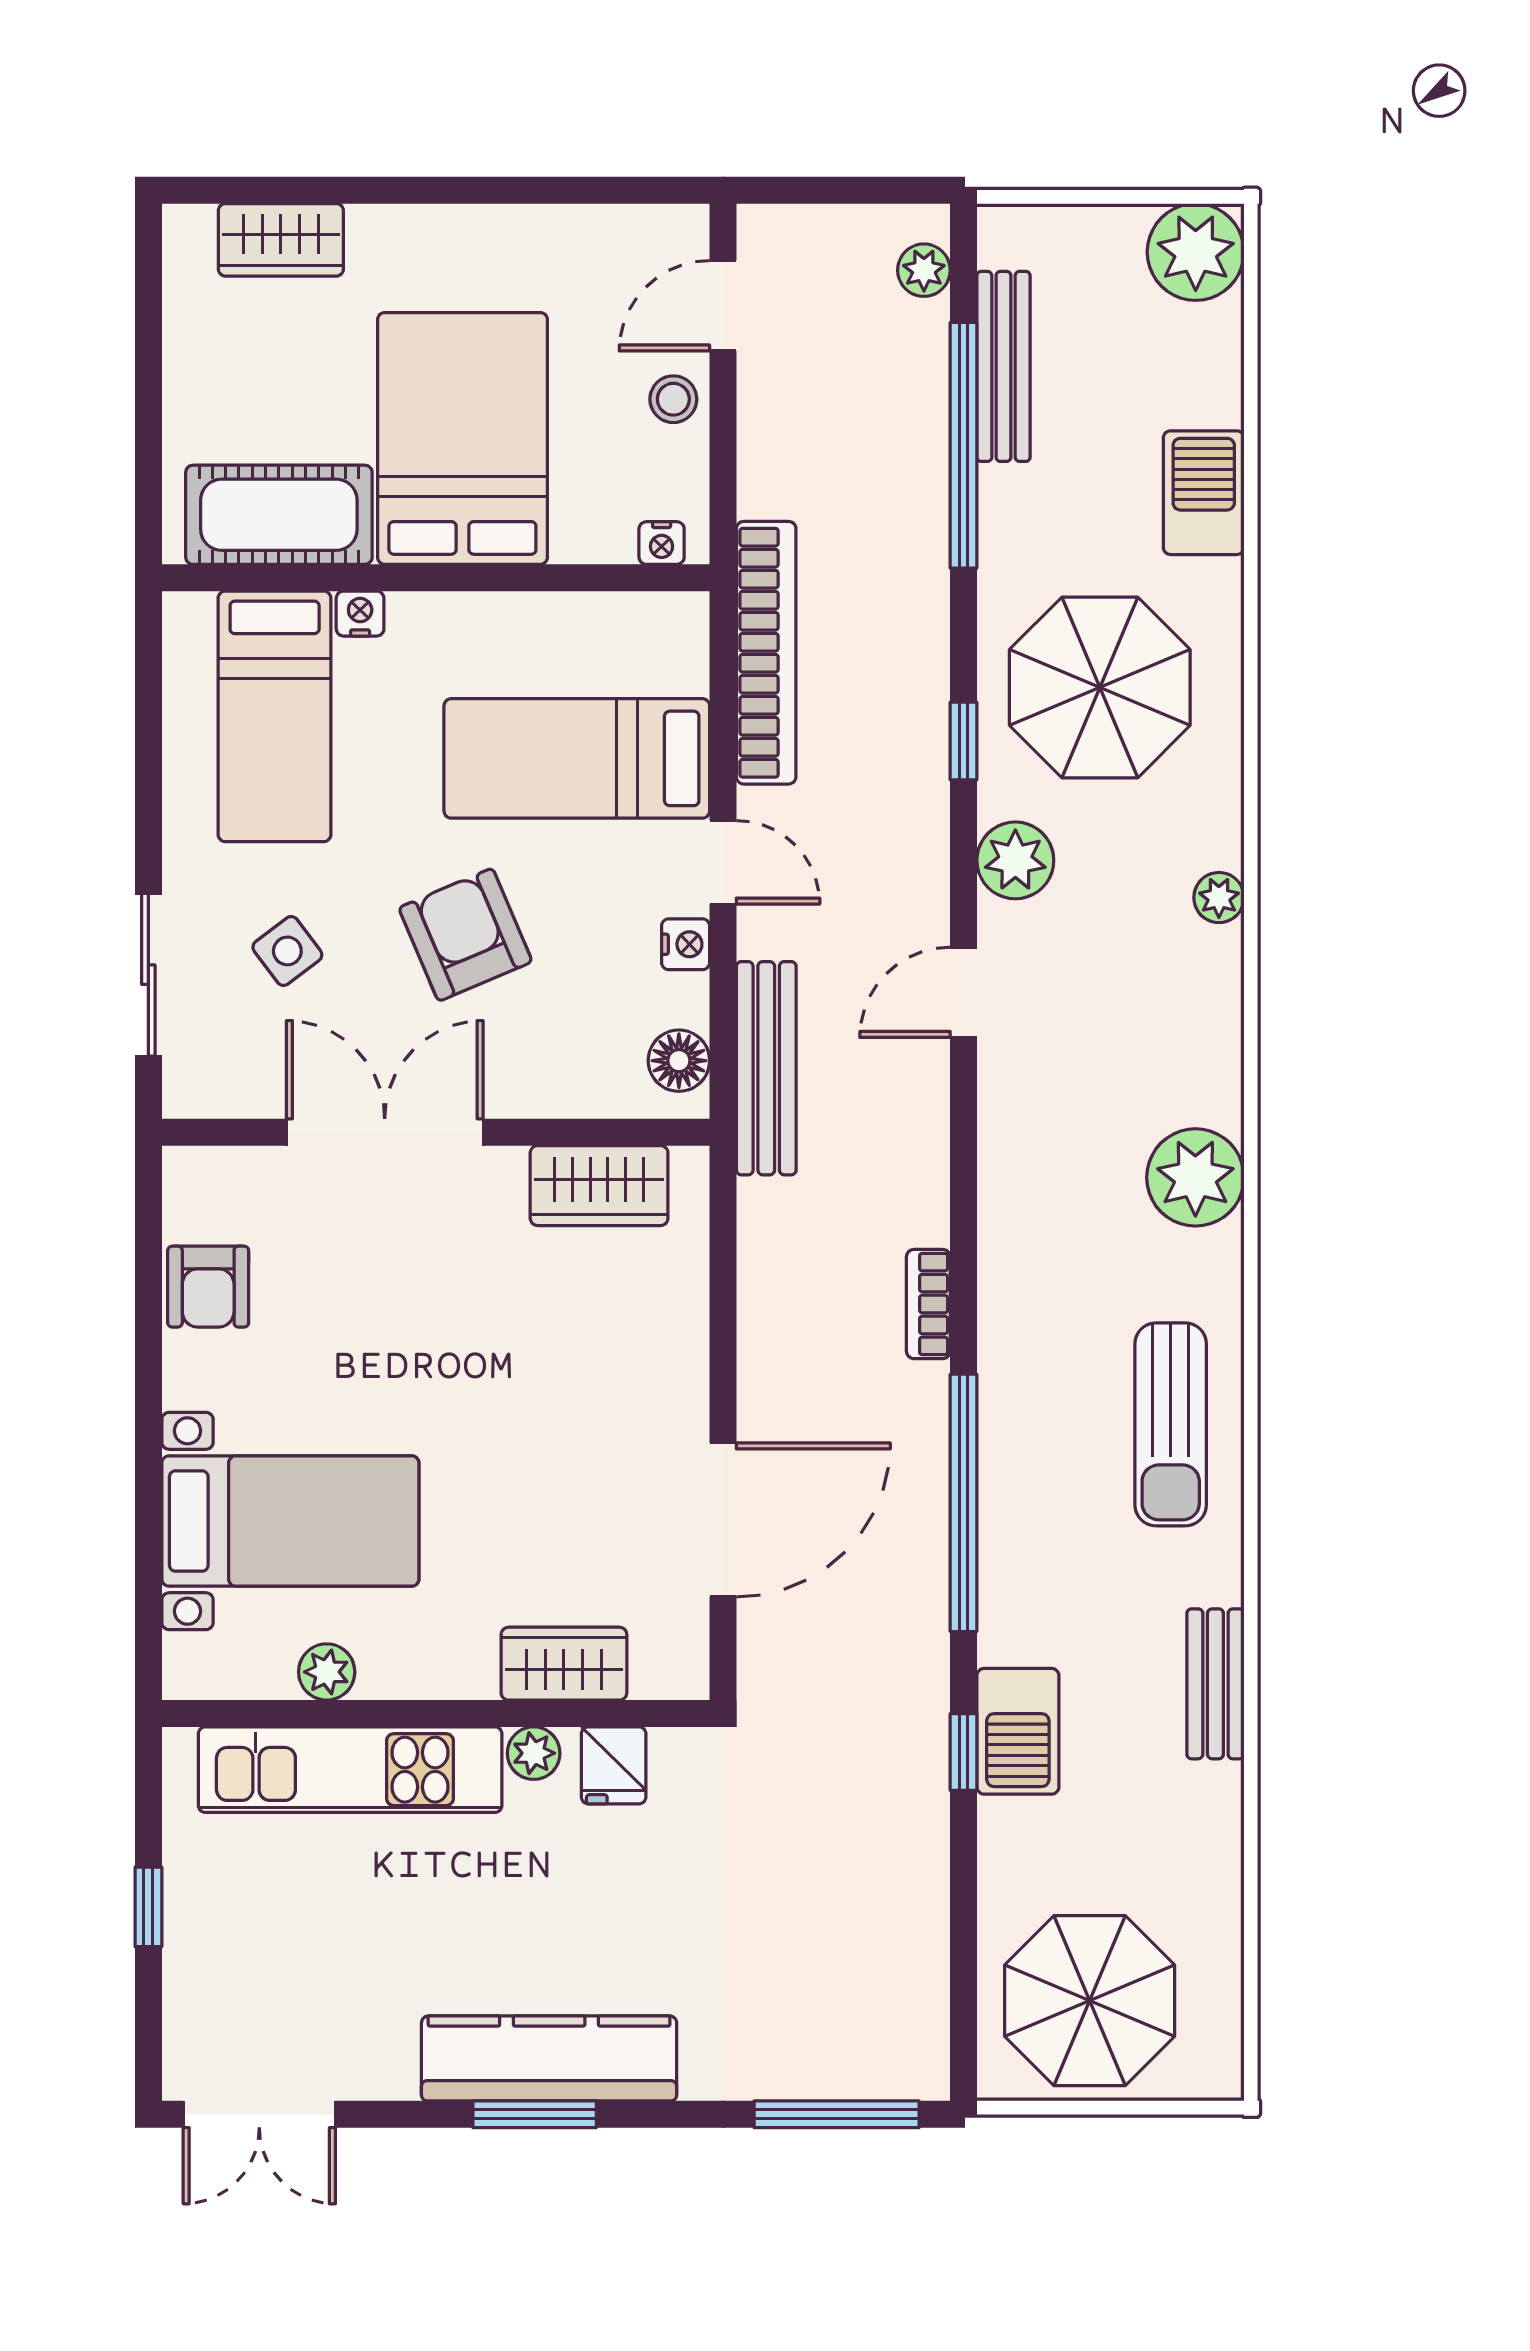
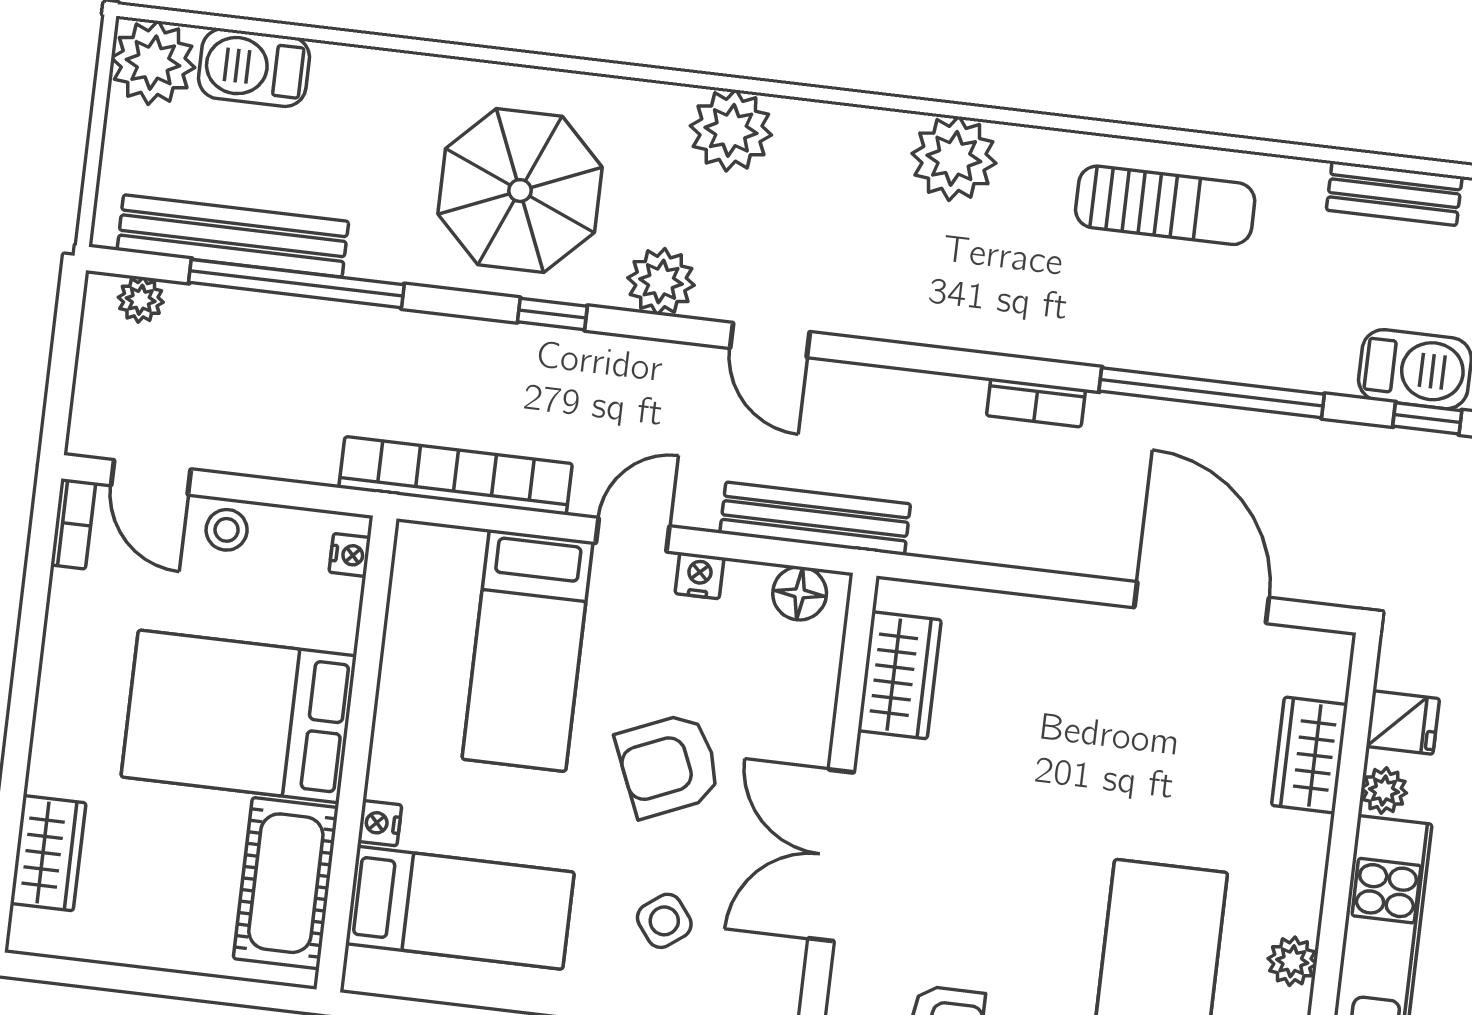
bookcase: (659, 224) -> (73, 524), added
bench: (1003, 366) -> (233, 236), width x1.37, depth x1.21
barbecue: (1204, 493) -> (254, 68), moved
plant: (1219, 898) -> (731, 130), width x1.87, depth x1.87

